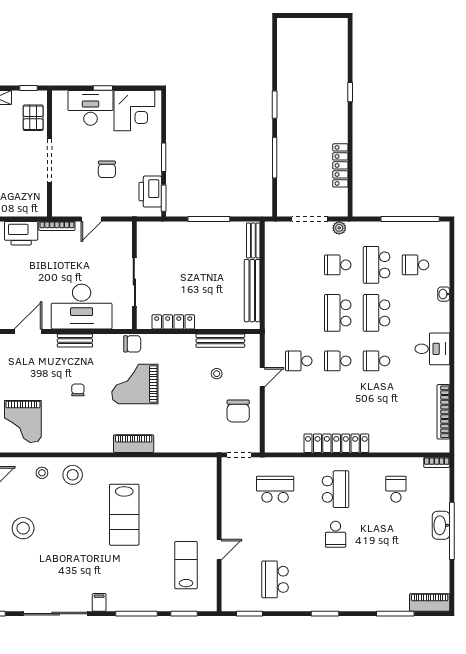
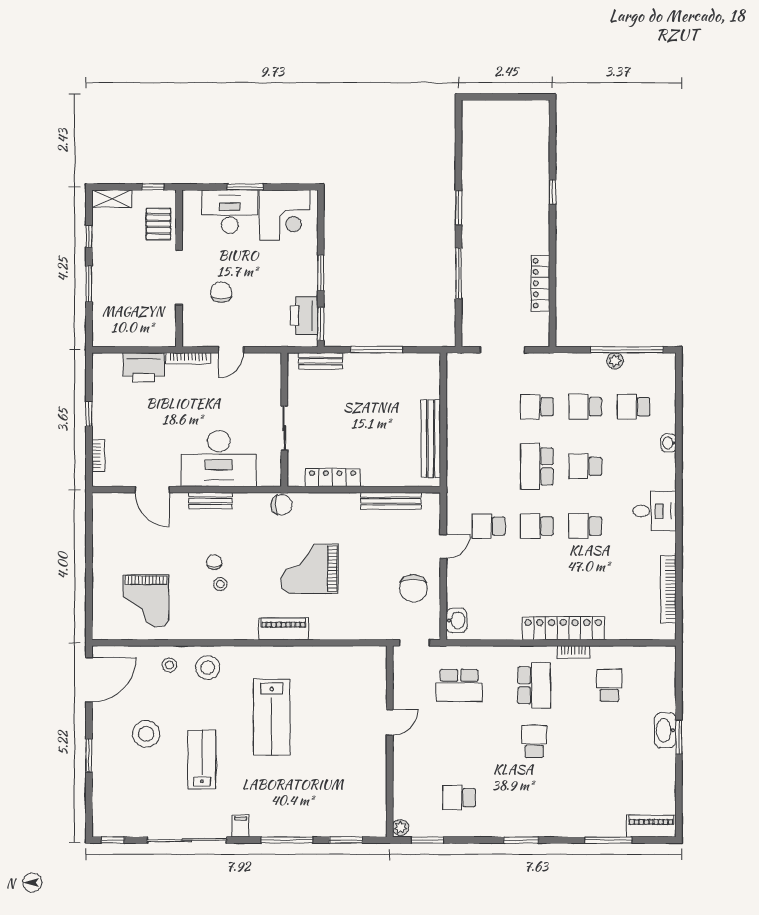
window: (103, 88) -> (245, 187), width x1.50
chair: (107, 169) -> (221, 292), moved, turned 180
plant: (339, 228) -> (615, 361), moved
bench: (253, 240) -> (321, 361), moved, turned 90
school desk: (377, 265) -> (585, 407), width x0.54
sliding door: (134, 282) -> (284, 428), width x0.73
school desk: (377, 313) -> (585, 466), width x0.54
door: (28, 332) -> (152, 490), swing flipped
stool: (217, 374) -> (220, 584), moved
grand piano: (135, 384) -> (310, 569), moved
washbasin: (273, 437) -> (457, 620), added
locker: (336, 443) -> (563, 628), moved
bookcase: (437, 462) -> (573, 652), moved
school desk: (275, 489) -> (459, 685), turned 180
window: (452, 531) -> (679, 737), width x0.47
school desk: (336, 534) -> (534, 741), turned 180
door: (219, 550) -> (390, 722), moved
lab bench: (186, 565) -> (202, 759), moved
school desk: (275, 579) -> (459, 797), width x0.54
plant: (228, 604) -> (401, 827), added

